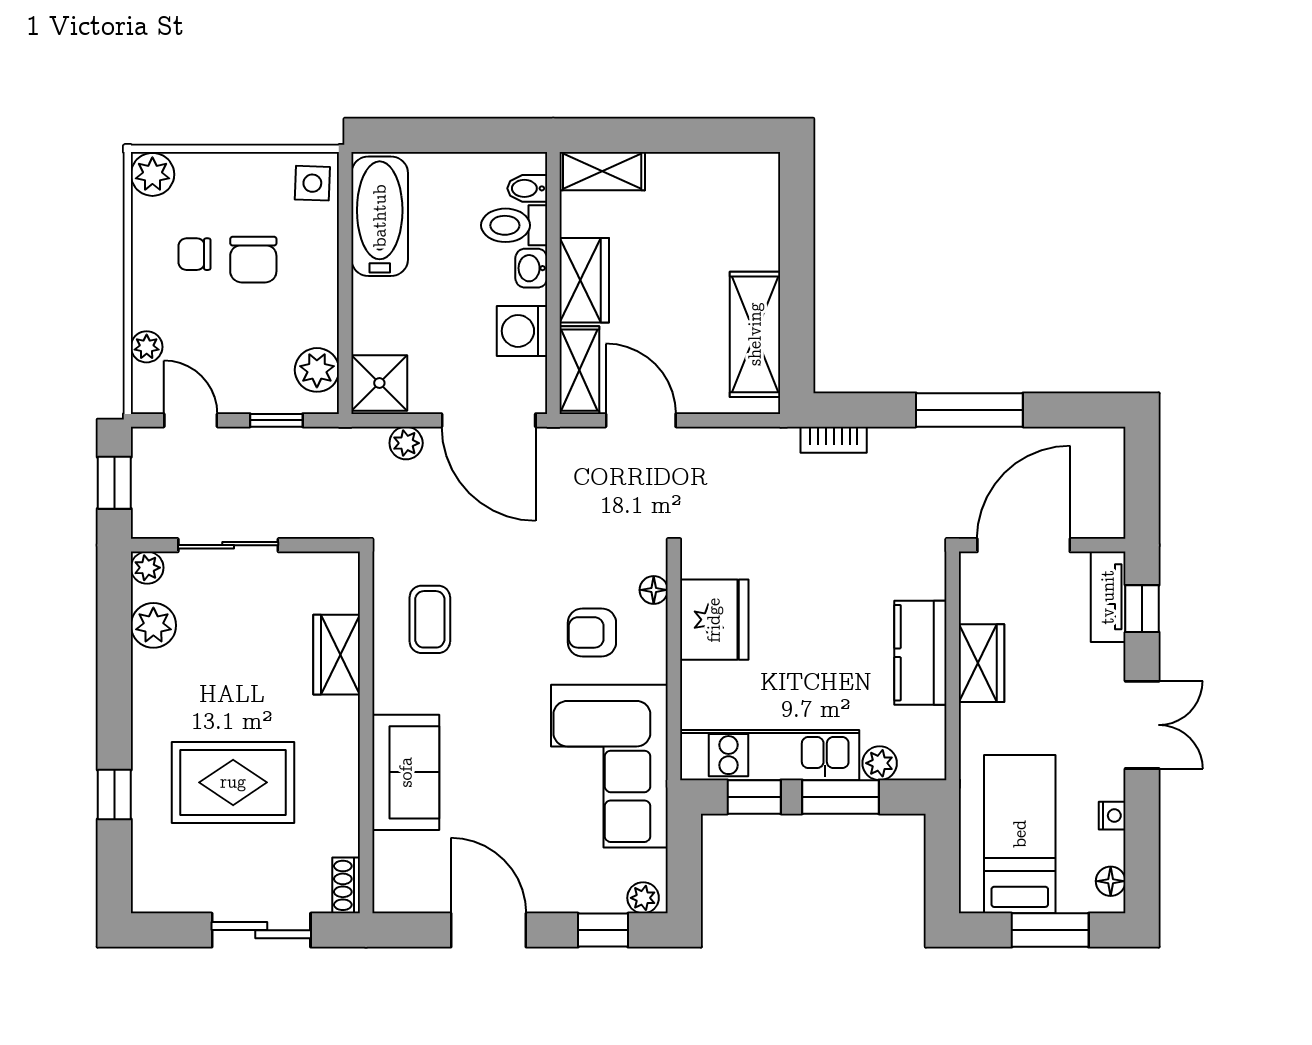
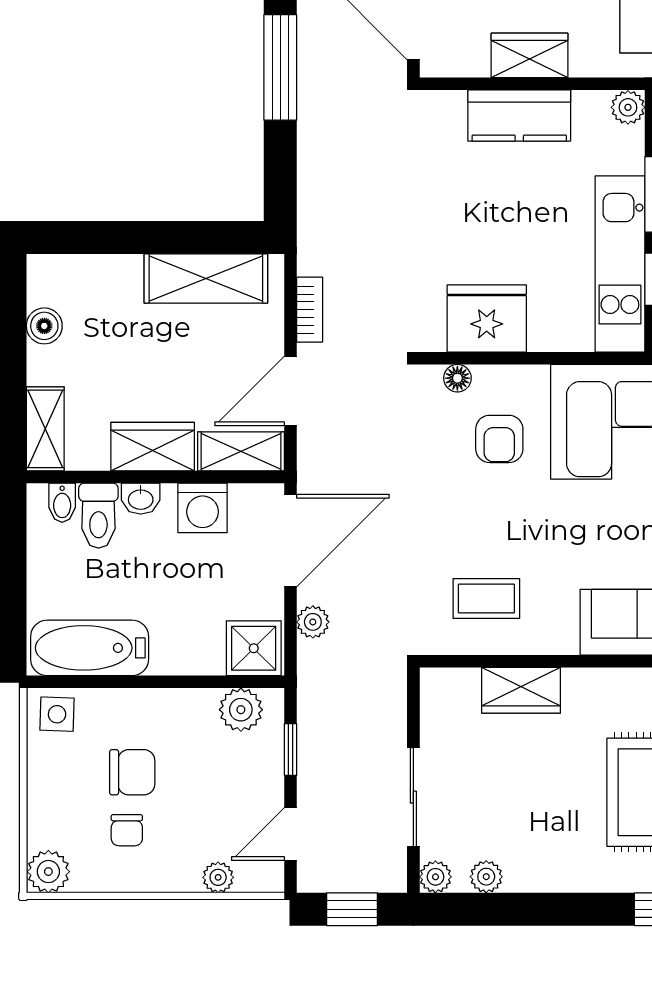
boiler: (707, 170) -> (44, 326), added
bookcase: (834, 440) -> (310, 310), moved
plant: (153, 625) -> (486, 877), width x0.73, depth x0.73
plant: (880, 763) -> (628, 107), moved

